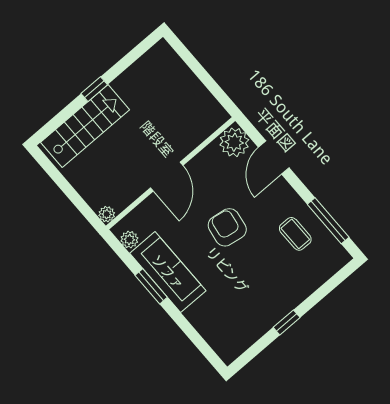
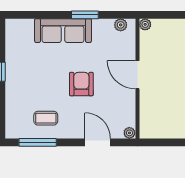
plant: (234, 142) -> (129, 133), width x0.53, depth x0.53
armchair: (227, 227) -> (81, 84), turned -99
sofa: (168, 272) -> (63, 31), moved

